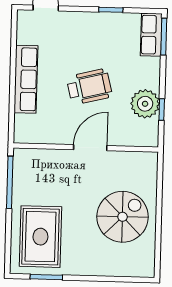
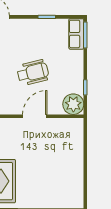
plant: (145, 104) -> (73, 104), moved
spiral stairs: (123, 217) -> (59, 165), removed

